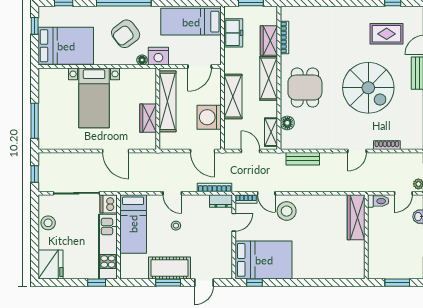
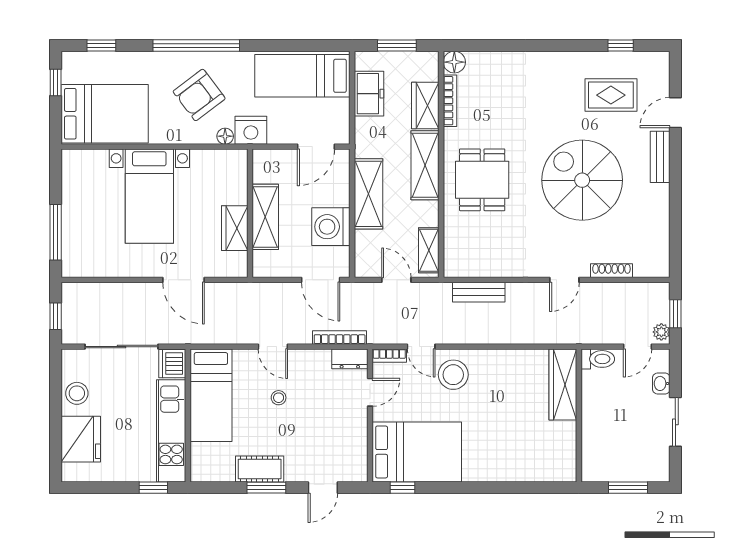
spiral stairs: (368, 88) -> (582, 180), turned 180
shelving: (168, 101) -> (265, 217), width x0.68
floor lamp: (287, 123) -> (454, 62), moved
fridge: (51, 264) -> (81, 439), moved
cot: (170, 268) -> (260, 469), width x0.73, depth x0.75

